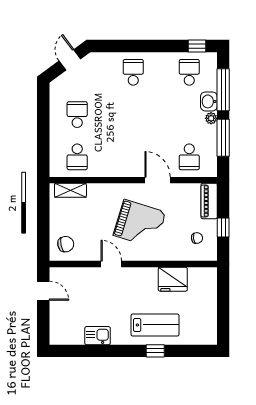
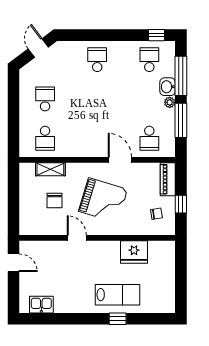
shelving: (70, 190) -> (50, 169), moved
chair: (66, 244) -> (55, 201), moved, turned 102
kitchen sink: (98, 336) -> (41, 305), moved

